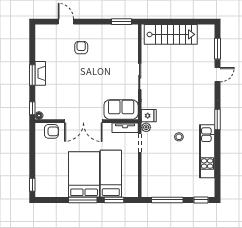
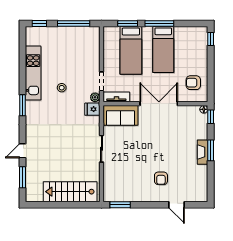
armchair: (51, 131) -> (193, 83), moved
bed: (84, 174) -> (163, 50), width x0.67

